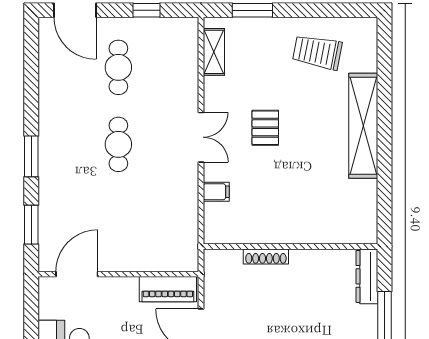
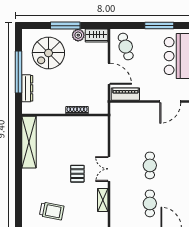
shelving: (214, 52) -> (103, 200), moved
shelving: (363, 126) -> (29, 142), moved
filing cabinet: (216, 192) -> (102, 142), removed
dresser: (367, 276) -> (27, 88), moved

